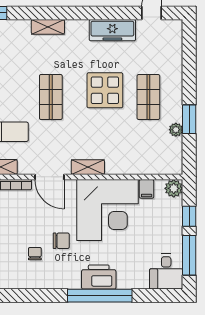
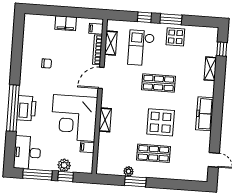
shelving: (48, 27) -> (210, 69), moved
freezer: (112, 30) -> (205, 114), moved
shelving: (88, 167) -> (105, 120), moved
plant: (174, 188) -> (64, 165), moved
chair: (61, 241) -> (54, 83), removed
desk: (166, 271) -> (27, 153), width x1.37

